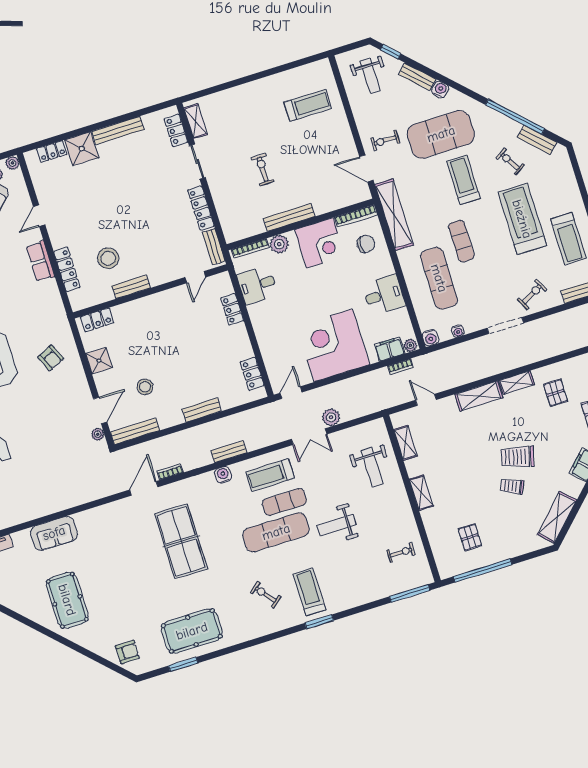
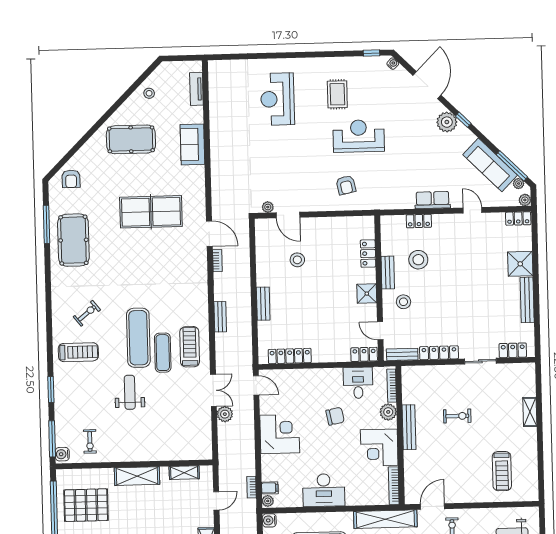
shelving: (196, 121) -> (530, 412), moved, turned 90
locker: (52, 151) -> (518, 218), moved, turned -90
chair: (366, 244) -> (335, 416), moved, turned -101
stool: (157, 261) -> (403, 302), added
locker: (67, 269) -> (419, 221), width x0.66
desk: (384, 295) -> (324, 490), width x1.37
locker: (232, 309) -> (364, 354), moved
locker: (97, 320) -> (368, 254), moved
corner desk: (333, 346) -> (280, 434), width x0.74, depth x0.74
filing cabinet: (389, 349) -> (270, 488), width x0.50
armchair: (51, 358) -> (346, 185), turned -77
shower: (99, 361) -> (367, 294), moved
locker: (252, 374) -> (290, 356), width x1.53
bench: (135, 431) -> (261, 240), removed
double door: (309, 437) -> (213, 390), swing flipped
weight bench: (372, 467) -> (171, 437), removed
water cooler: (223, 475) -> (62, 454), moved, turned 180
shelving: (421, 493) -> (137, 476), width x1.50, depth x1.33
pallet: (470, 537) -> (86, 505), width x2.05, depth x2.00
table tennis table: (181, 541) -> (151, 212), moved
stool: (13, 595) -> (149, 93), added
window: (319, 622) -> (51, 390), moved
window: (183, 664) -> (47, 224), width x1.44

